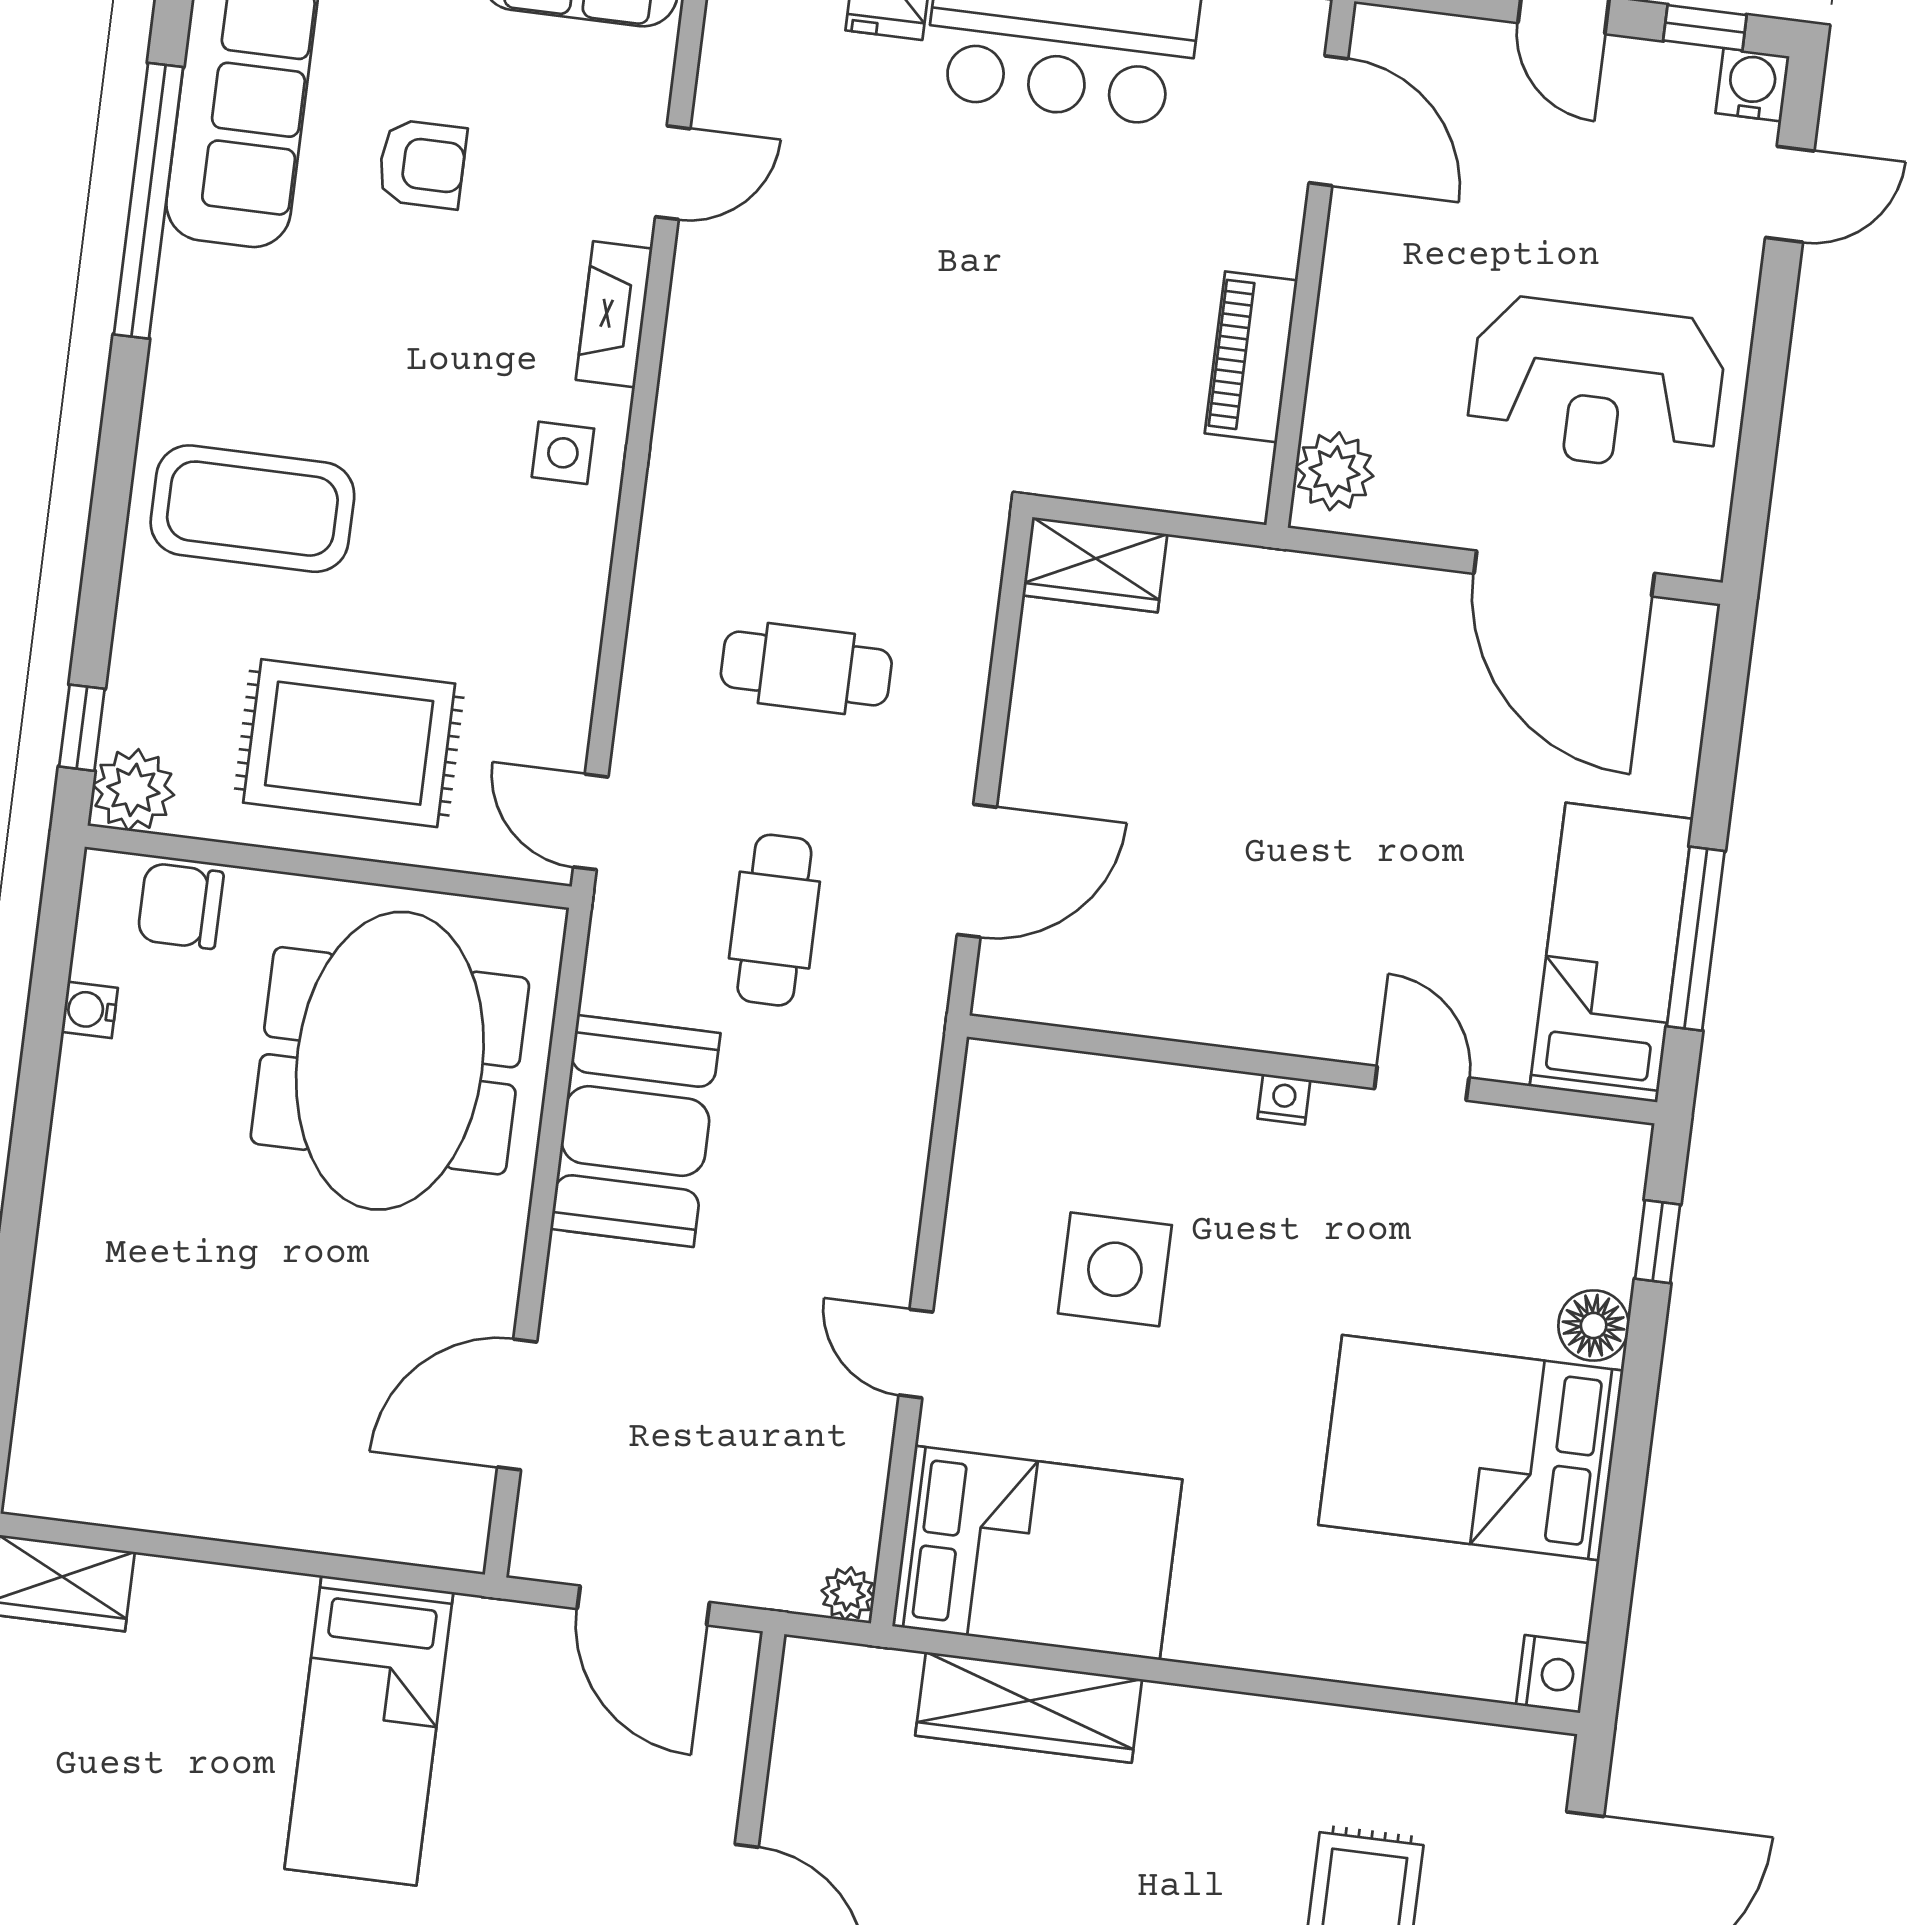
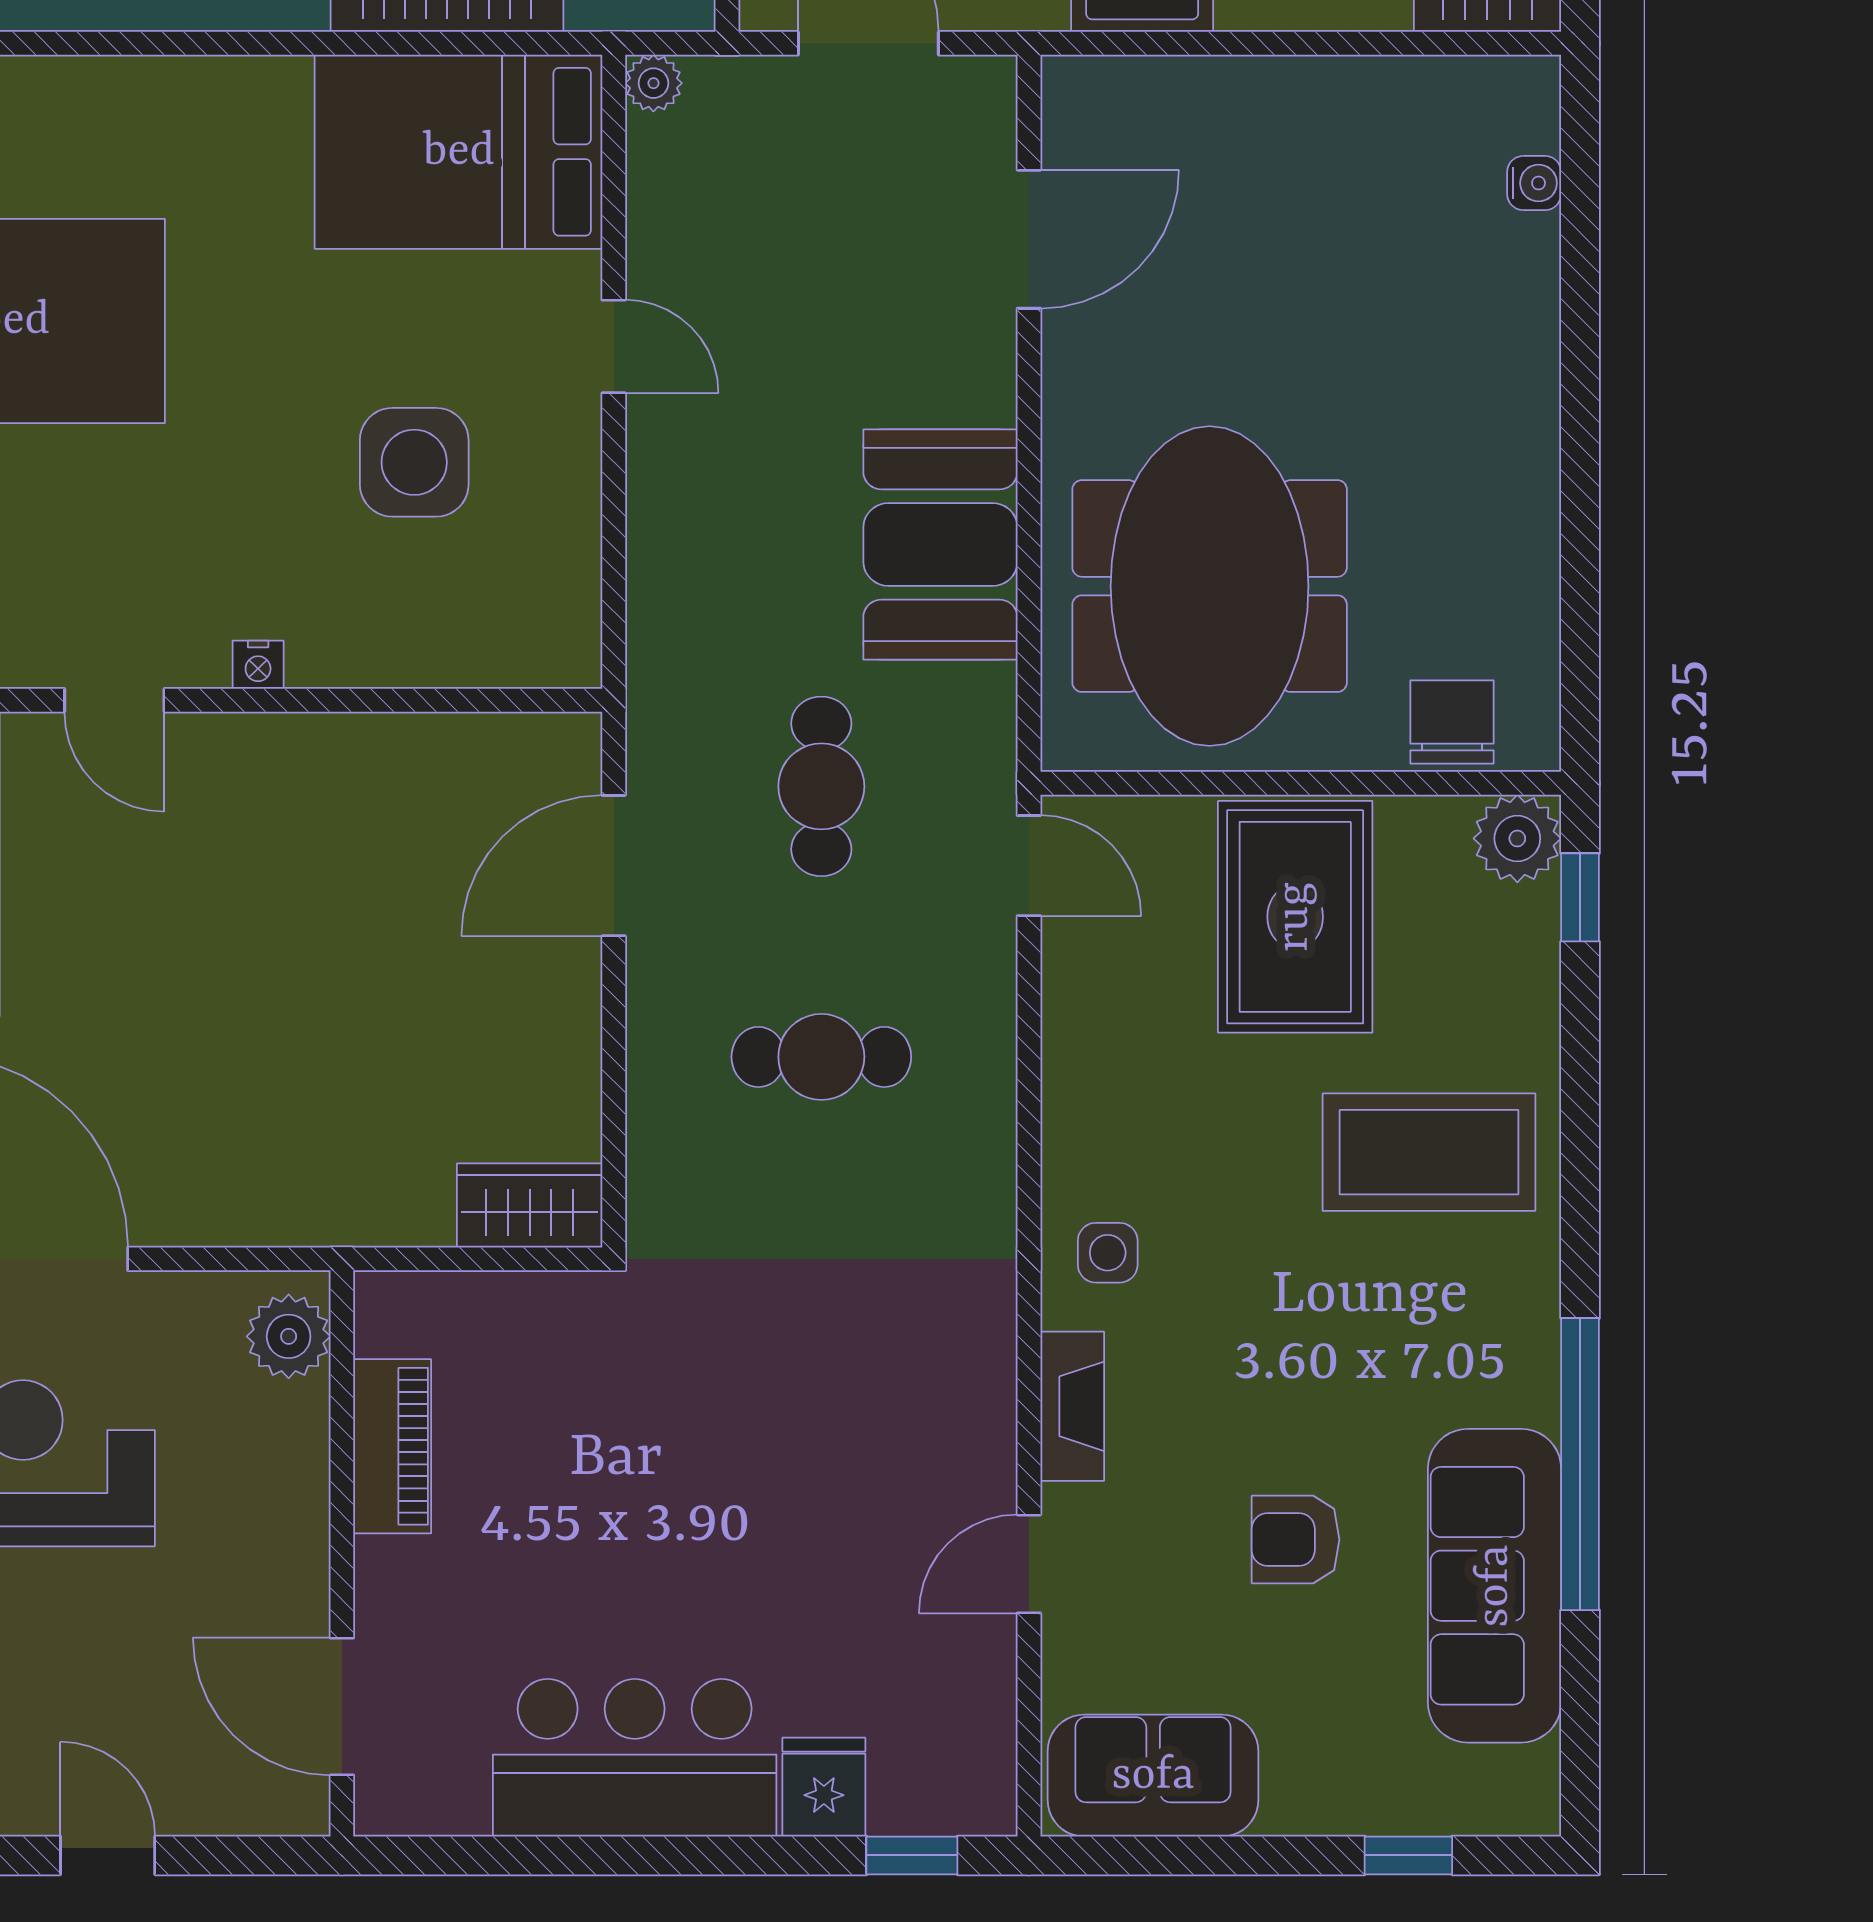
rug: (349, 743) -> (1295, 917), turned 90
chair: (180, 906) -> (1452, 722), turned -90
water cooler: (90, 1010) -> (1534, 183), moved

